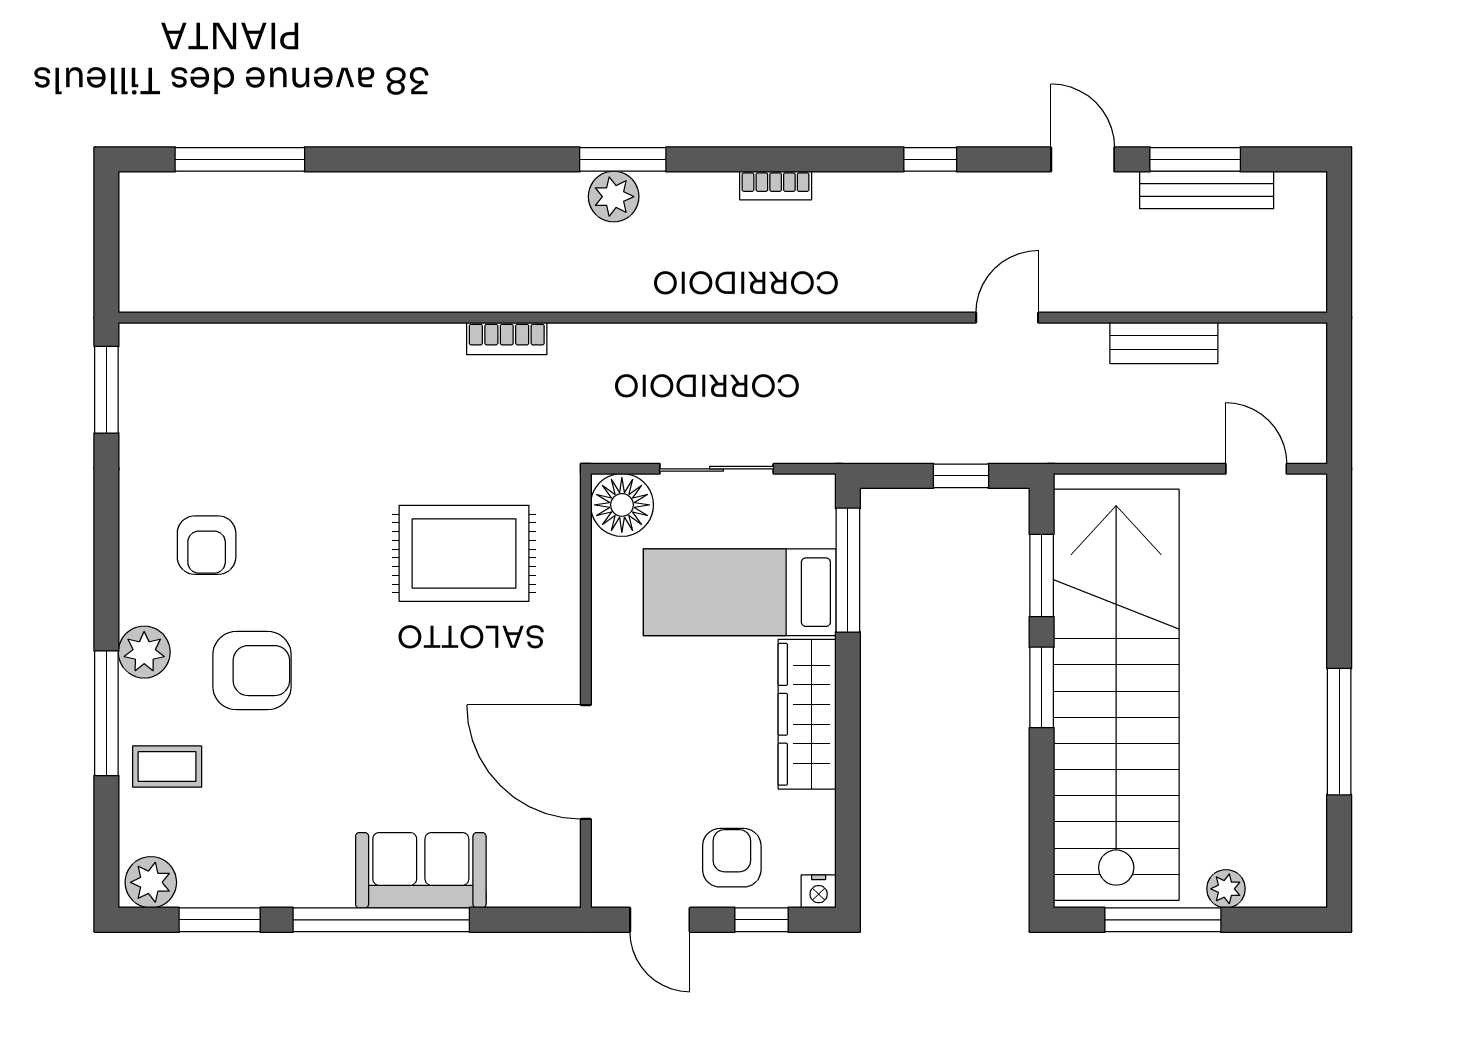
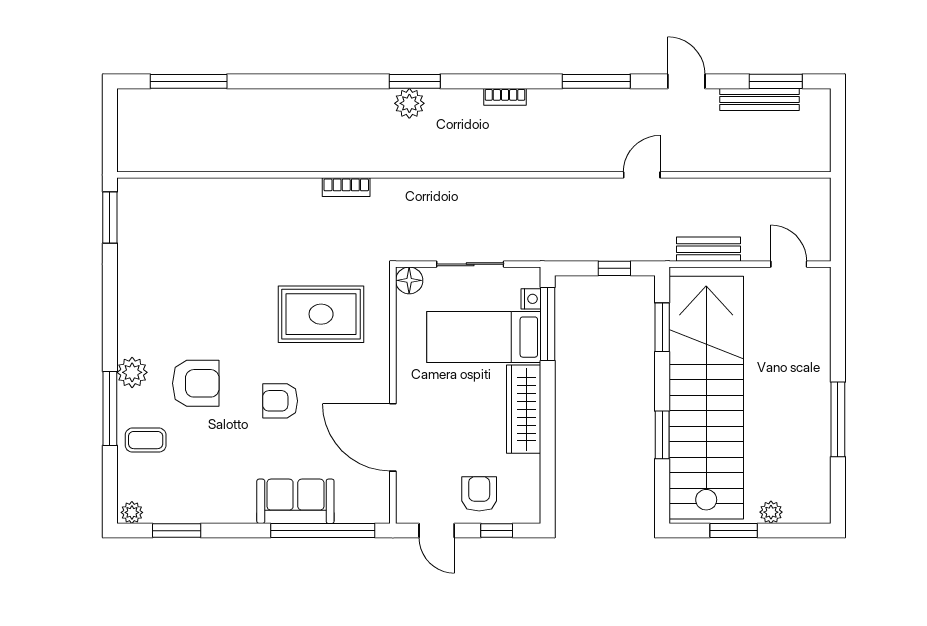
window: (930, 159) -> (596, 81), width x2.17
window: (1195, 159) -> (776, 81), moved
bench: (1164, 343) -> (709, 249), moved
floor lamp: (622, 505) -> (409, 280), width x0.73, depth x0.73
armchair: (207, 545) -> (280, 401), moved, turned 90
window: (1042, 687) -> (662, 435), moved
plant: (151, 882) -> (132, 512), width x0.73, depth x0.73
nightstand: (819, 891) -> (531, 299), moved, turned -90
window: (381, 920) -> (323, 531), moved
window: (1163, 920) -> (734, 531), width x0.69

